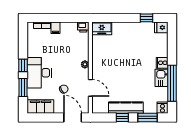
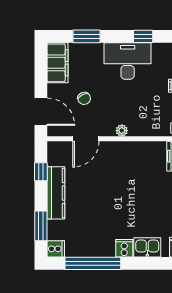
window: (23, 65) -> (143, 36), moved
desk: (39, 73) -> (128, 61), moved
kitchen sink: (161, 78) -> (147, 247), moved
door: (73, 117) -> (41, 112), hinge flipped
window: (122, 117) -> (41, 172), moved

